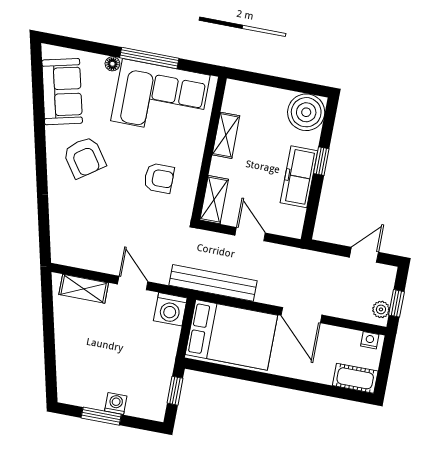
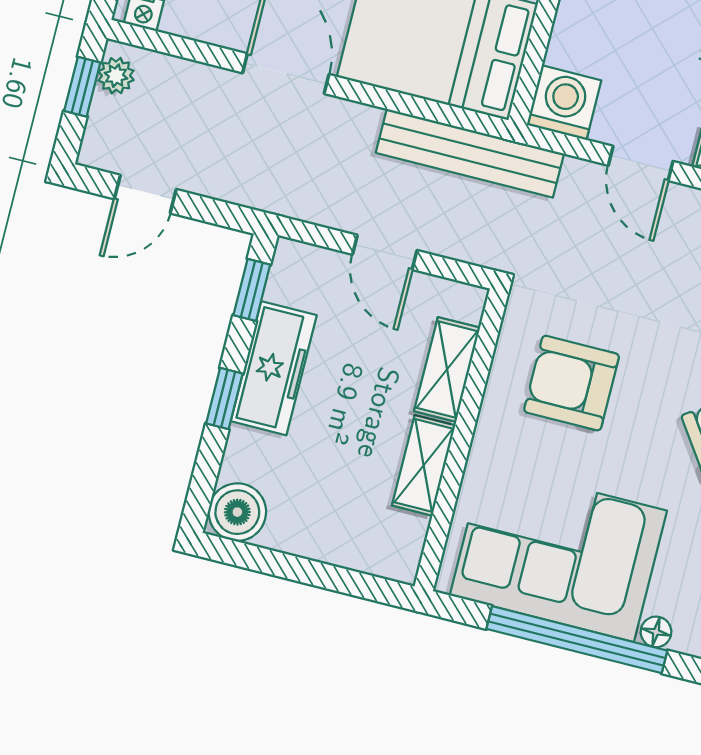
window: (149, 58) -> (577, 640), width x1.46
boiler: (306, 112) -> (237, 512), width x0.73, depth x0.73
armchair: (159, 178) -> (572, 383), width x1.38, depth x1.38
shelving: (214, 200) -> (447, 369), moved
window: (311, 213) -> (252, 290), added

